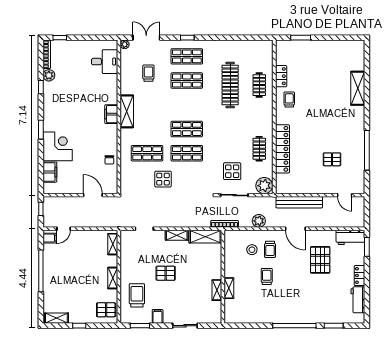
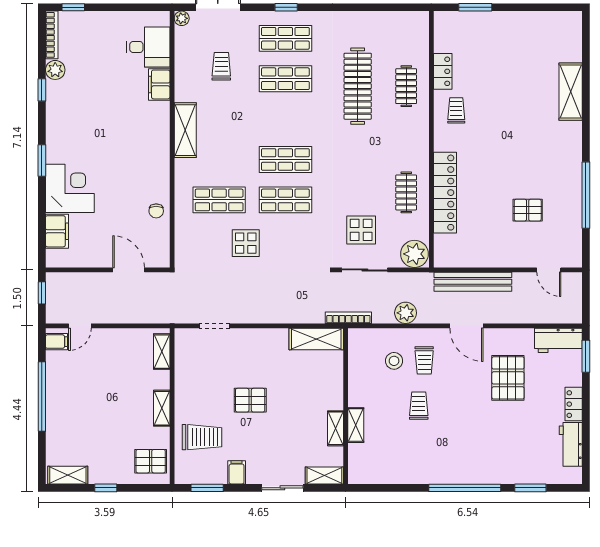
filing cabinet: (111, 114) -> (159, 84), moved
shelving: (177, 235) -> (324, 476), moved
trolley: (137, 295) -> (202, 437), turned 90

